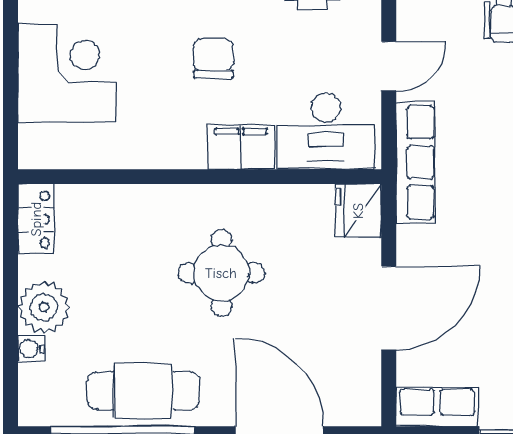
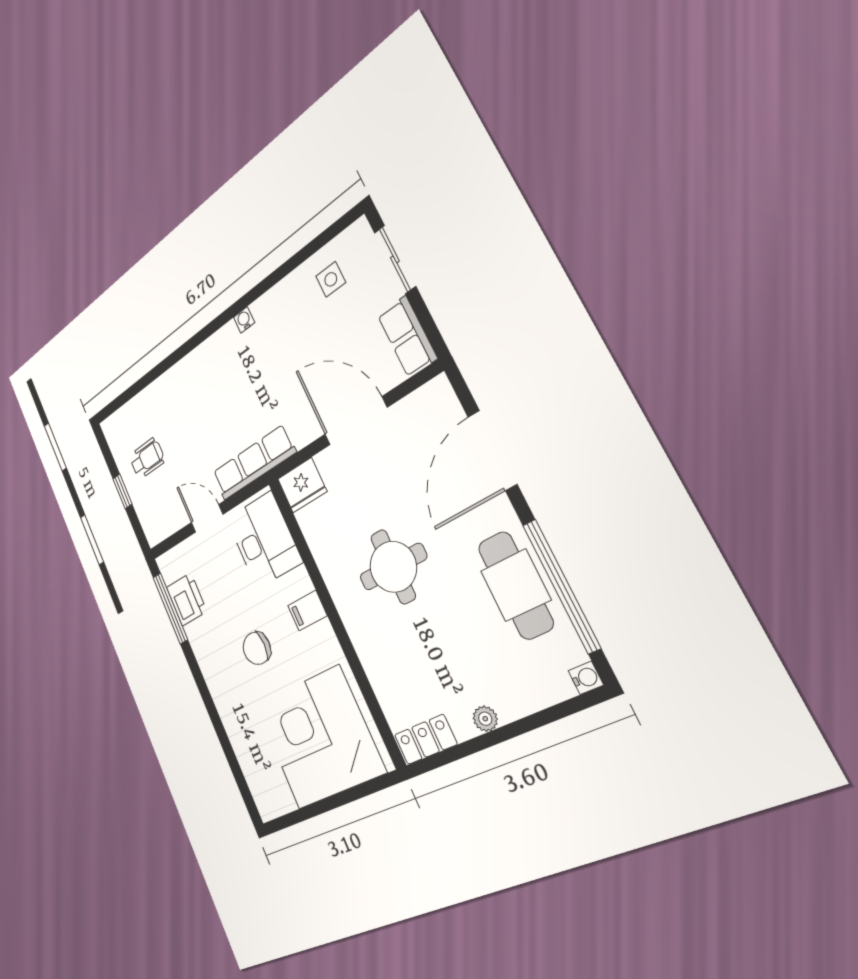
corner desk: (67, 73) -> (319, 738), width x1.36, depth x1.36
filing cabinet: (241, 147) -> (307, 611), width x0.50
plant: (44, 307) -> (485, 719), width x0.53, depth x0.53
water cooler: (31, 349) -> (586, 678), moved, turned -90

